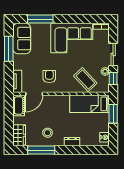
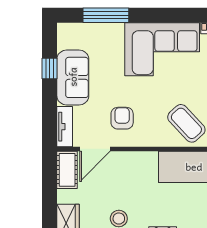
sofa: (22, 39) -> (73, 77), moved
window: (9, 49) -> (50, 68), width x0.46

